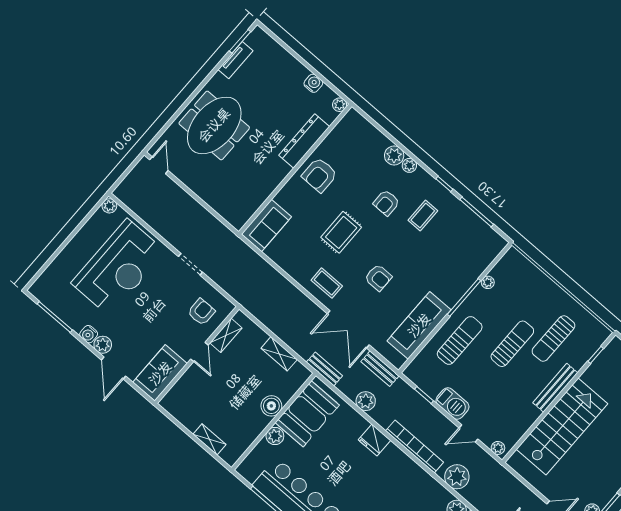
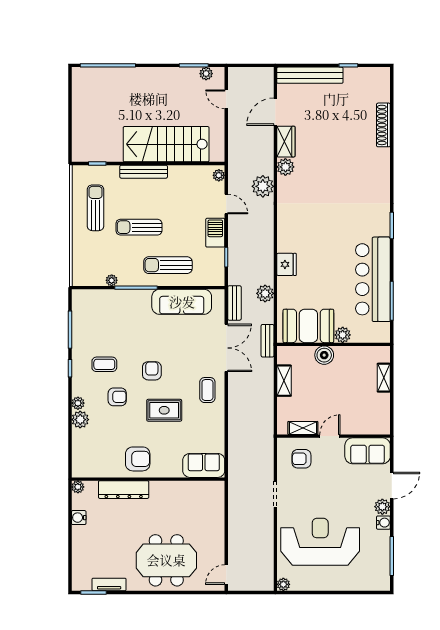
armchair: (378, 278) -> (152, 371), moved
sun lounger: (553, 338) -> (95, 208), moved, turned -90
bookcase: (415, 447) -> (267, 233), removed

